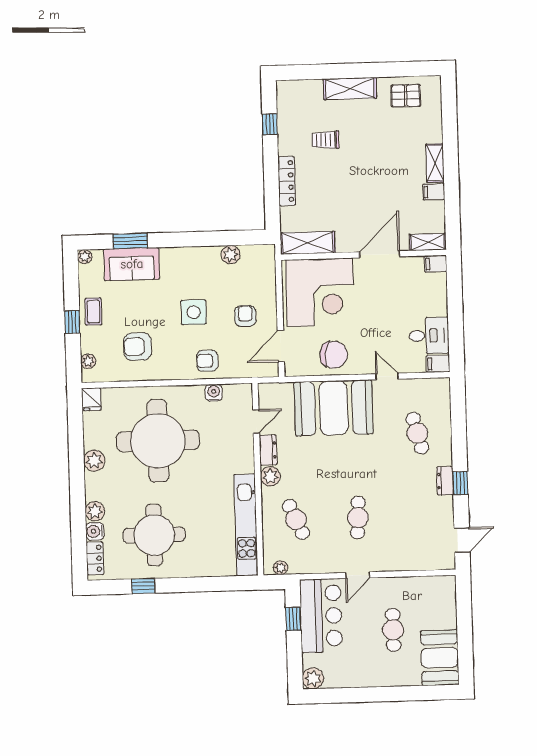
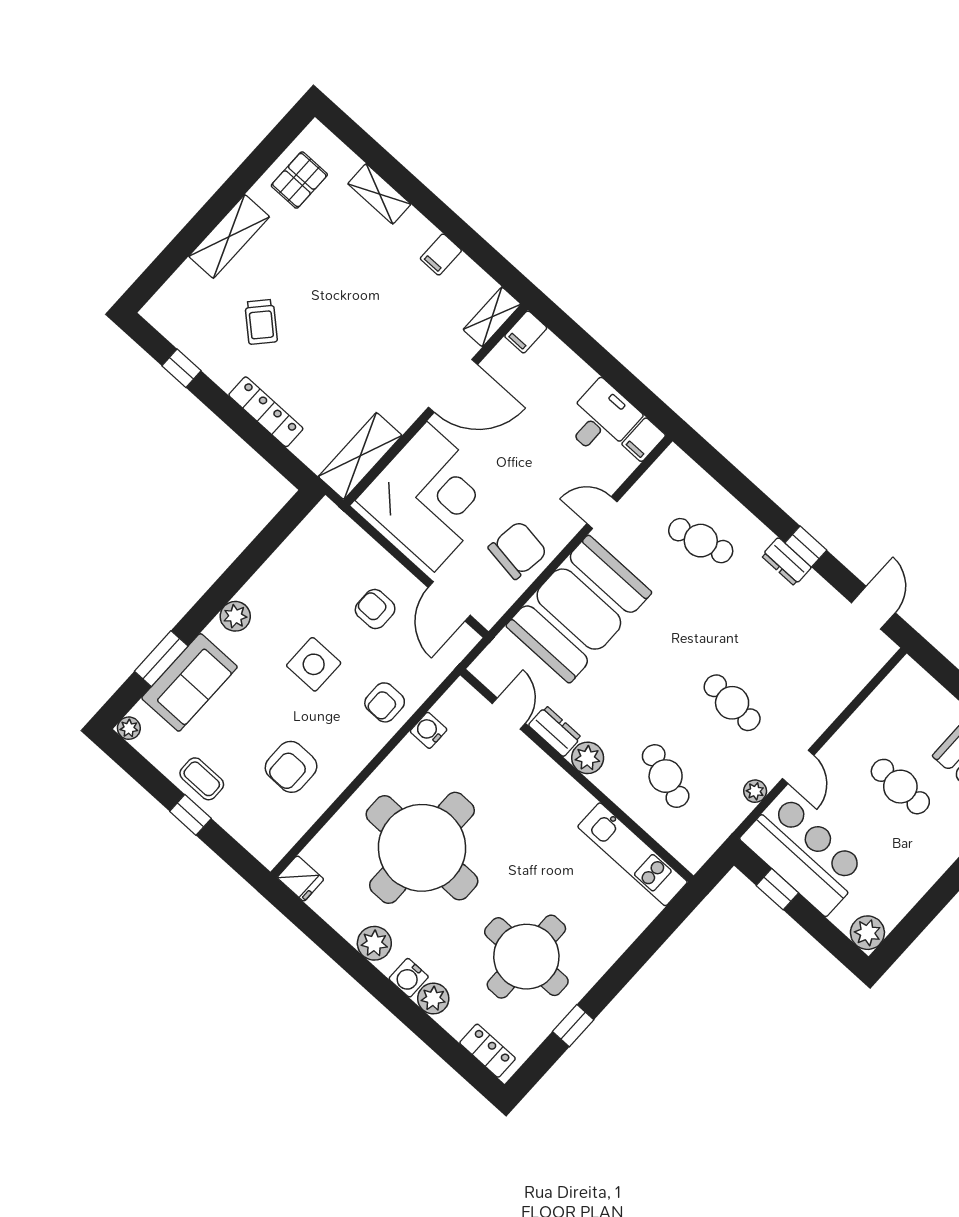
trolley: (325, 140) -> (261, 322), turned -48
shelving: (435, 163) -> (379, 194), moved
door: (380, 254) -> (453, 386), swing flipped
plant: (231, 255) -> (235, 616), moved
plant: (88, 361) -> (253, 840), removed
cafe table: (296, 519) -> (666, 776), turned 42
kitchen unit: (246, 525) -> (633, 854), width x0.73
water cooler: (95, 531) -> (409, 978), moved
plant: (281, 568) -> (755, 791), moved

